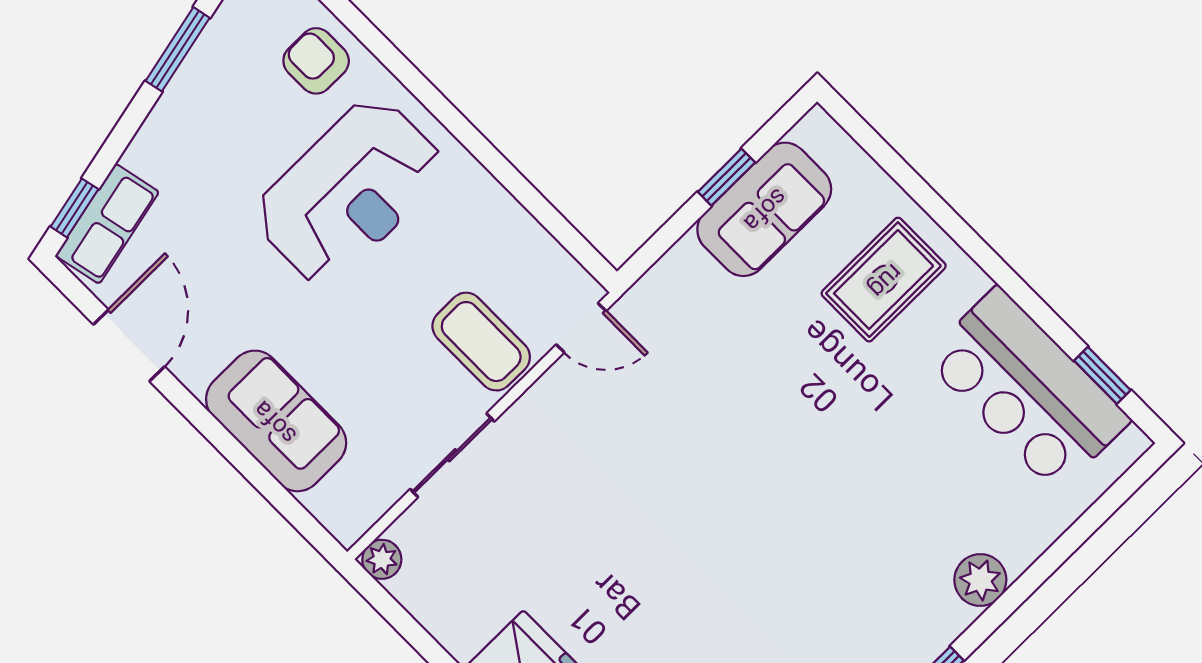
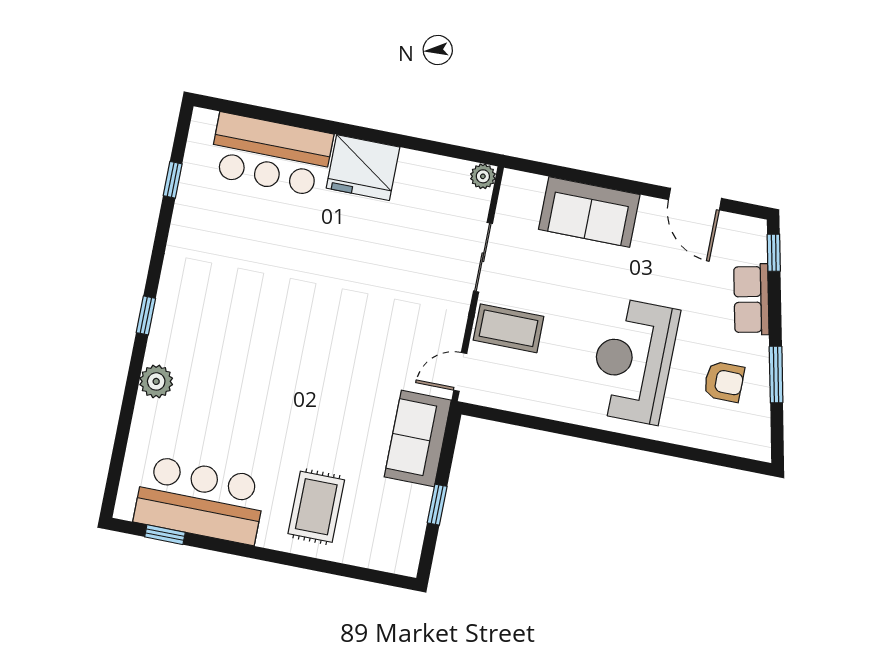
armchair: (316, 61) -> (724, 382), moved
sofa: (764, 209) -> (418, 438), moved
row of seats: (107, 224) -> (751, 299), moved

